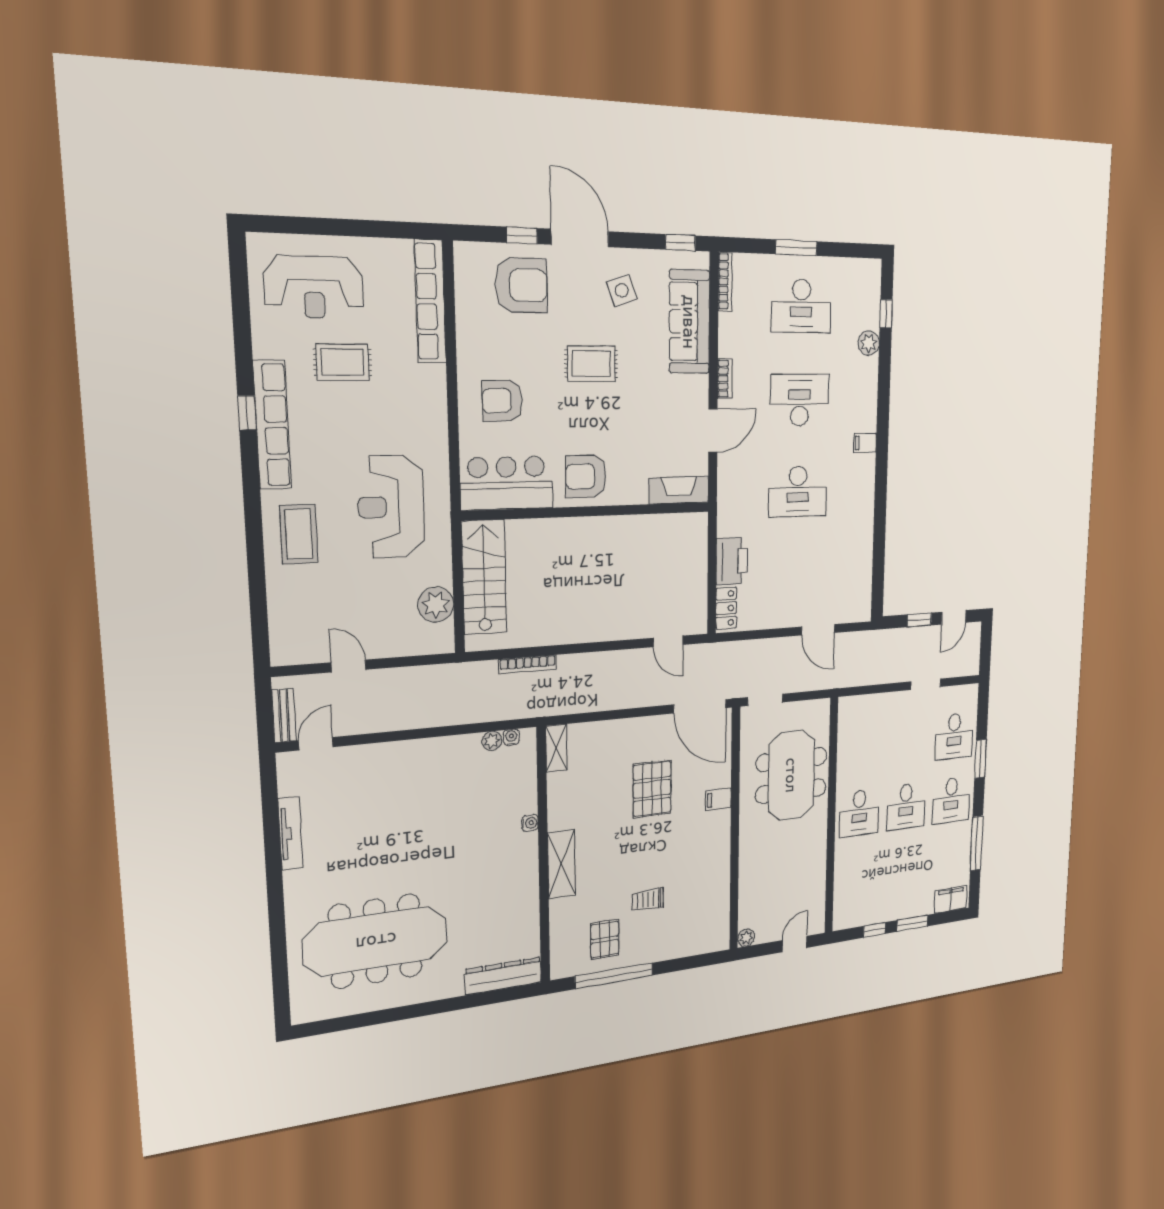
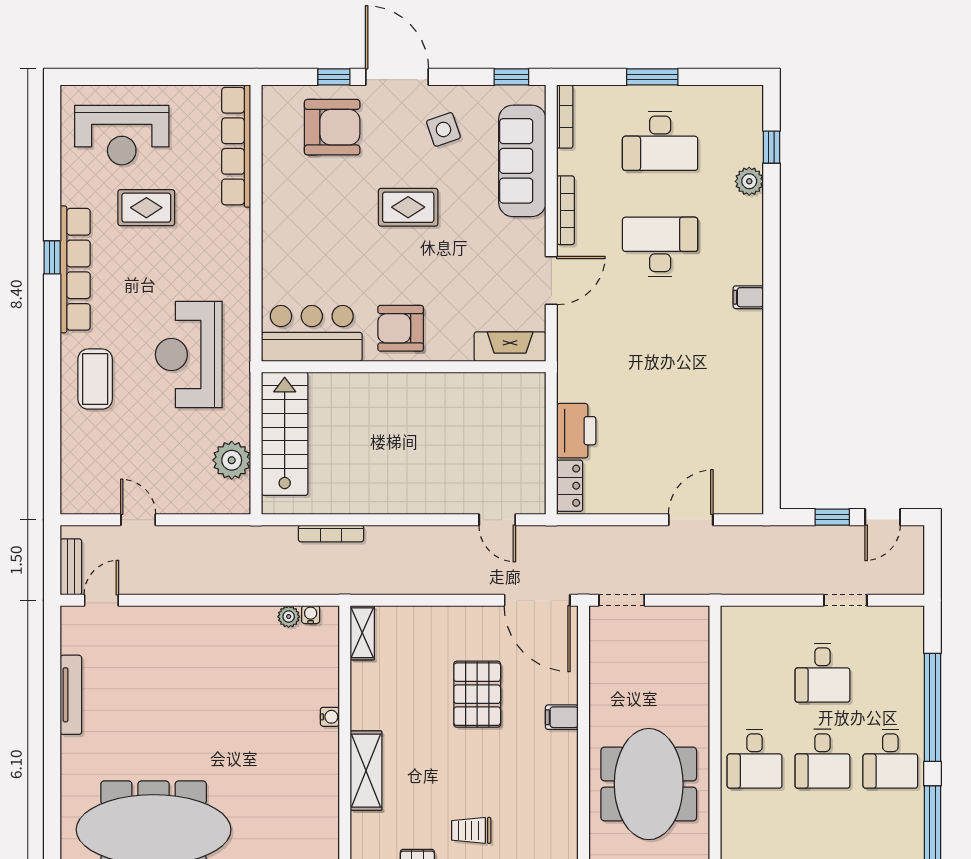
bookcase: (725, 379) -> (566, 210), width x1.56
armchair: (502, 401) -> (309, 246), removed
desk: (798, 492) -> (660, 353), removed
door: (818, 630) -> (691, 520), swing flipped
desk: (954, 736) -> (822, 673), moved
window: (980, 759) -> (933, 707), width x2.11
meeting table: (791, 775) -> (649, 784), moved

